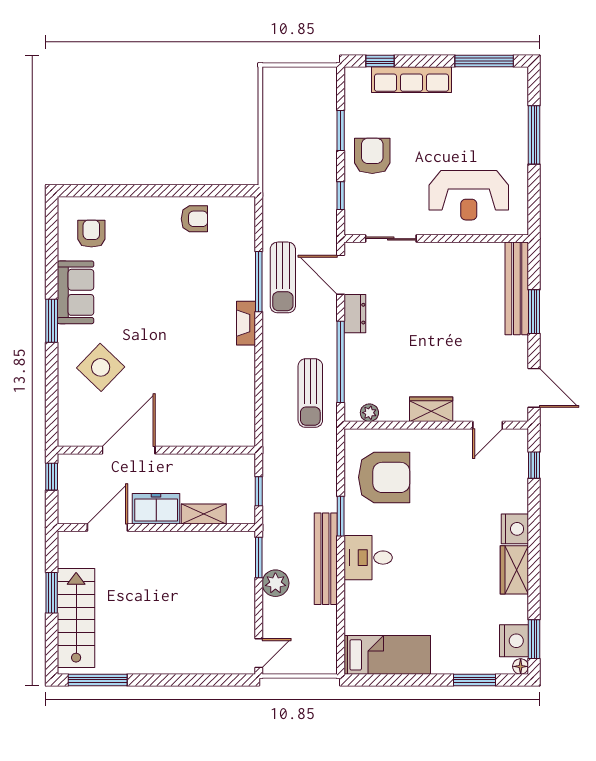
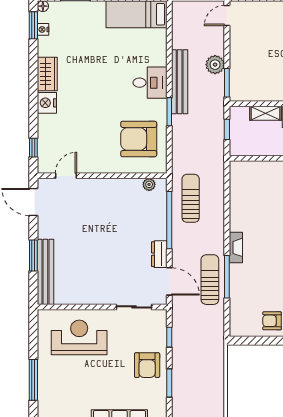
wardrobe: (431, 409) -> (106, 187), removed
nightstand: (514, 641) -> (43, 29), width x0.53, depth x0.56

